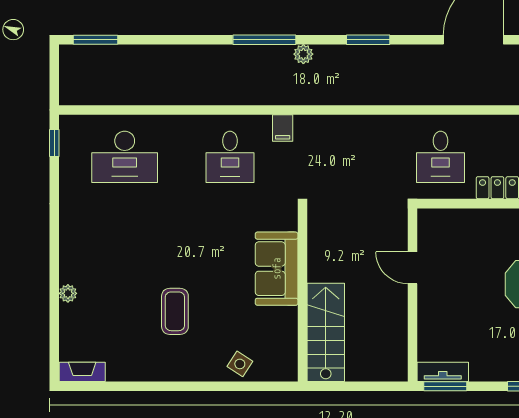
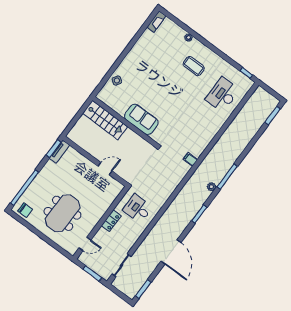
desk: (230, 157) -> (194, 133), removed
coffee table: (175, 311) -> (194, 66), moved

